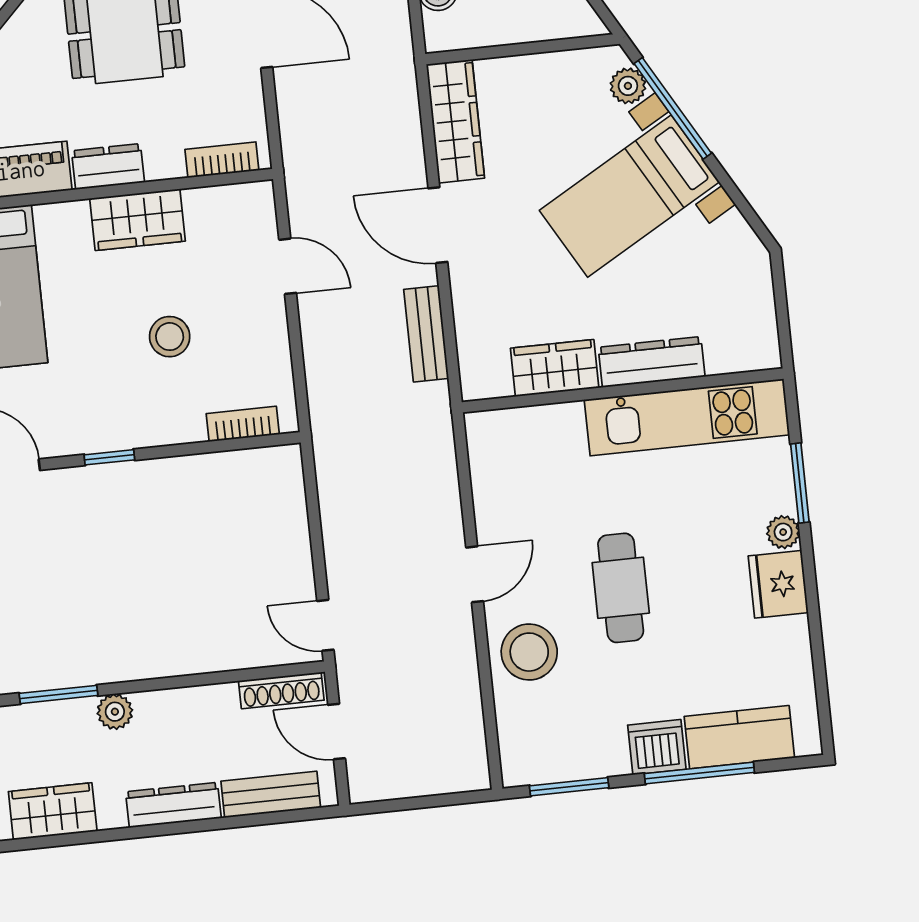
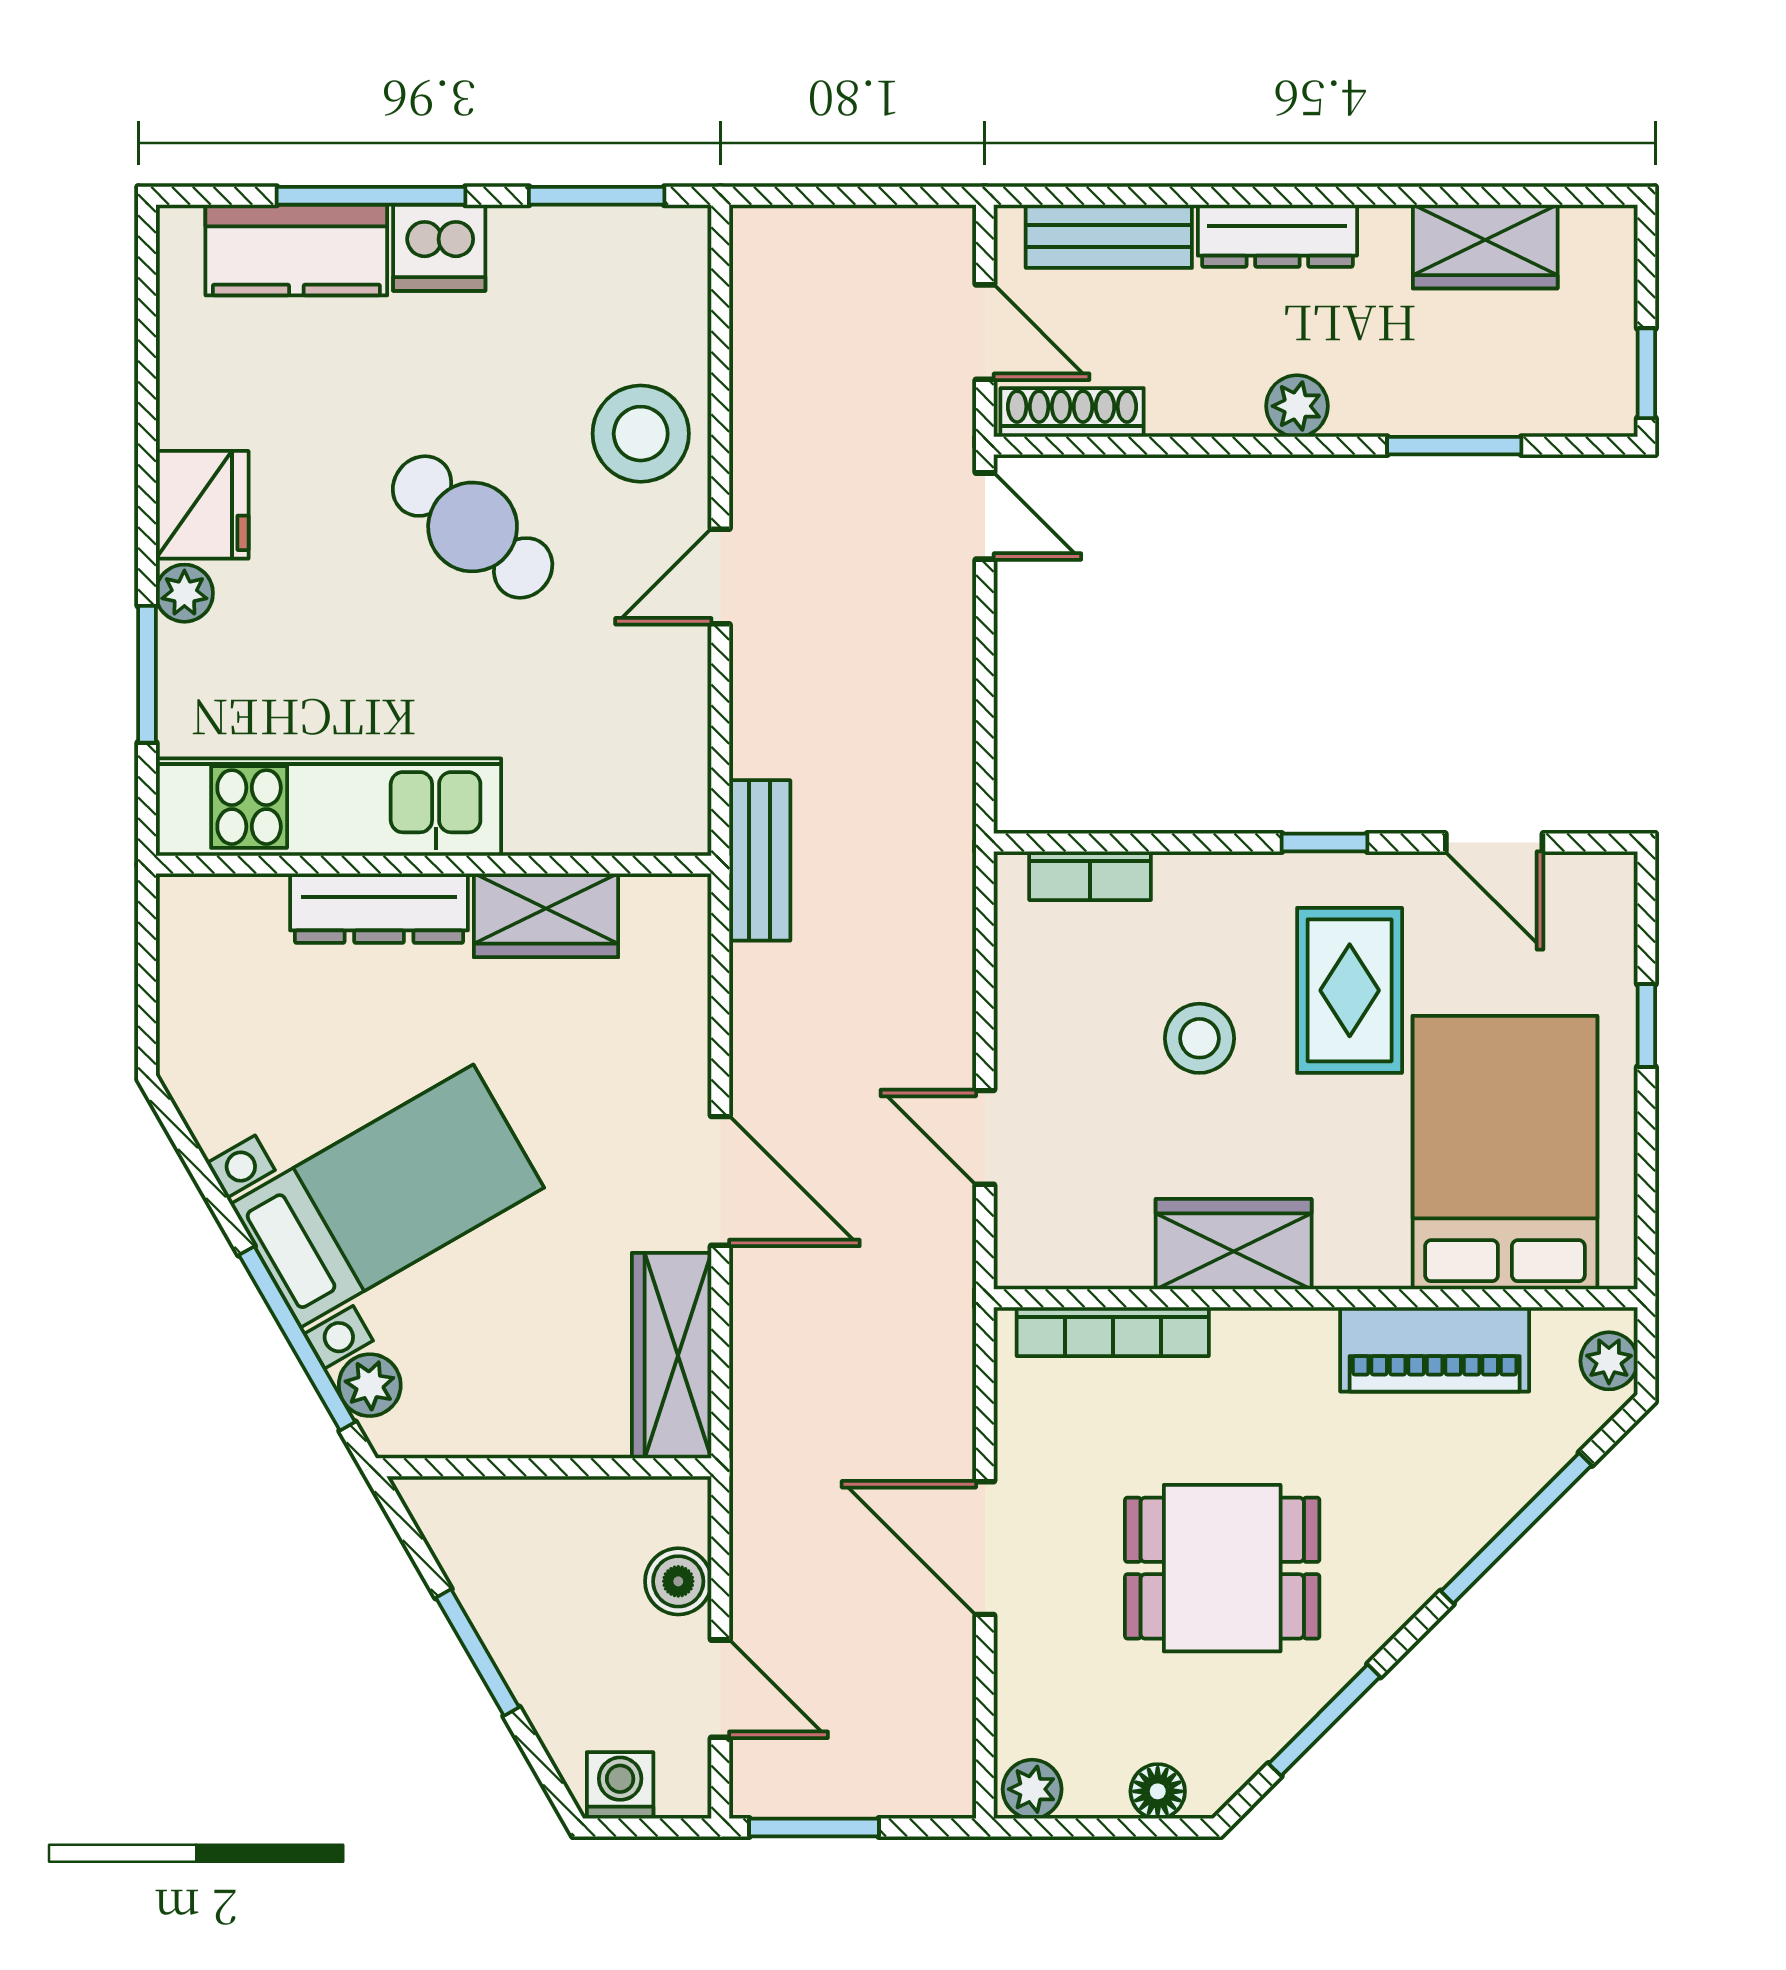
bookcase: (222, 160) -> (1113, 1332), width x1.56
dresser: (108, 166) -> (1274, 1341), removed
bench: (426, 334) -> (760, 860), moved
rug: (86, 373) -> (1350, 990), added
cafe table: (621, 588) -> (473, 527), turned -51
plant: (115, 712) -> (1297, 406), moved

